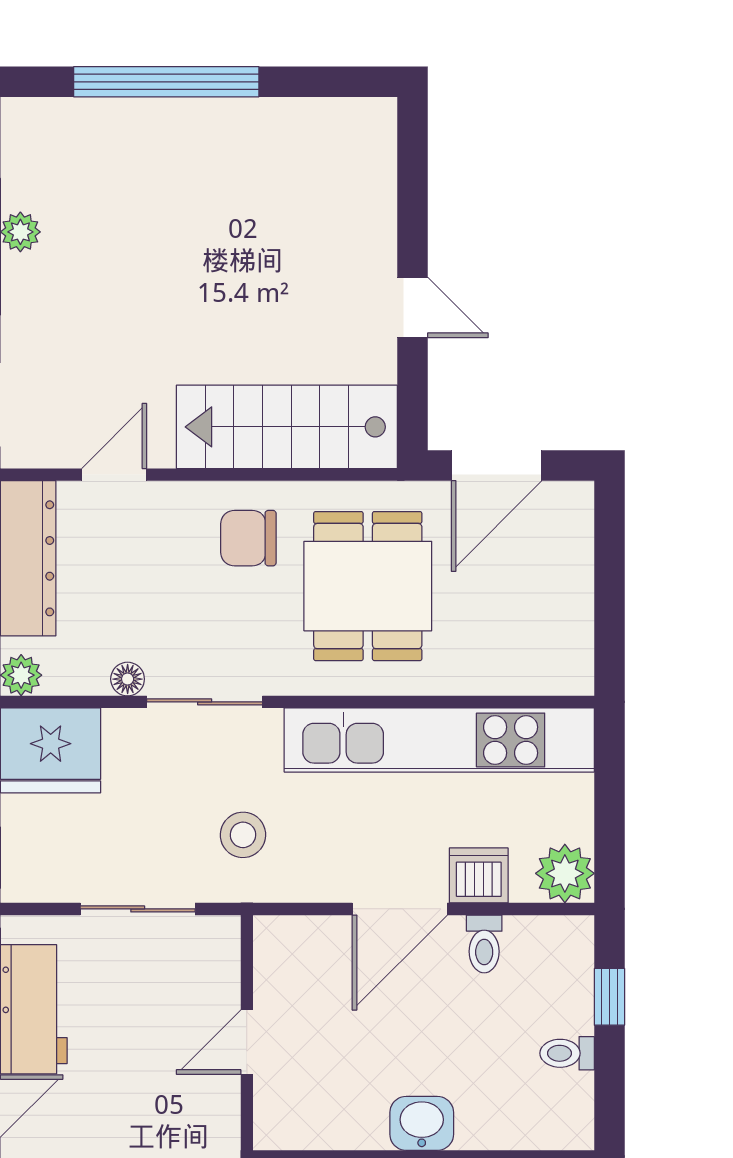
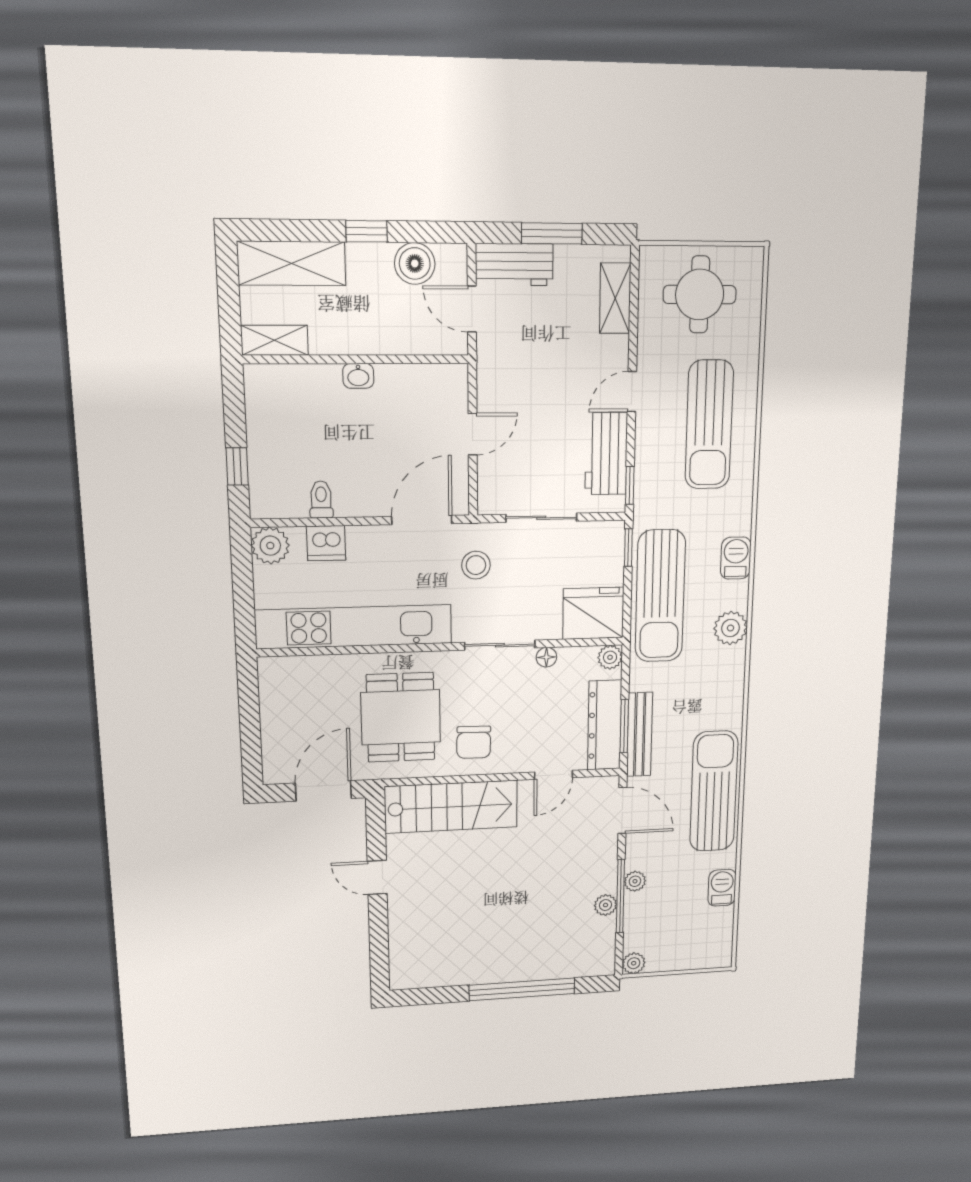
chair: (248, 538) -> (474, 742), turned 91
door: (400, 909) -> (422, 520), moved
toilet: (567, 1053) -> (264, 429), removed
washbasin: (422, 1123) -> (358, 376), width x0.72, depth x0.69

